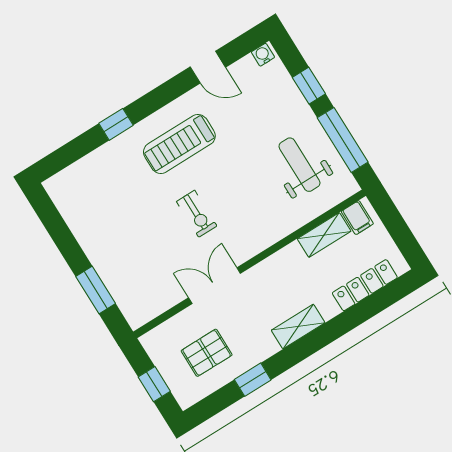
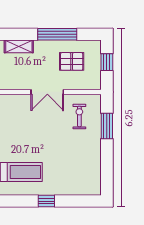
exercise bike: (197, 214) -> (79, 116), moved
window: (253, 380) -> (57, 34), width x2.17

